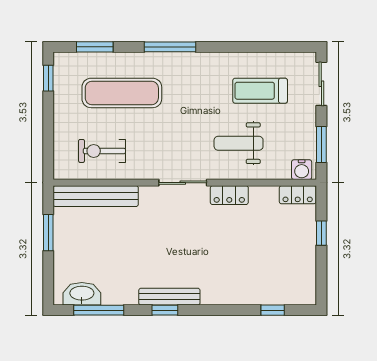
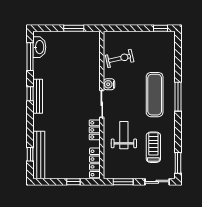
window: (95, 47) -> (178, 163), moved
exercise mat: (122, 93) -> (155, 95), moved
exercise bike: (102, 151) -> (120, 58), turned 77
water cooler: (302, 170) -> (109, 84), moved
locker: (298, 195) -> (95, 163), width x1.53
bench: (96, 196) -> (39, 155), moved

